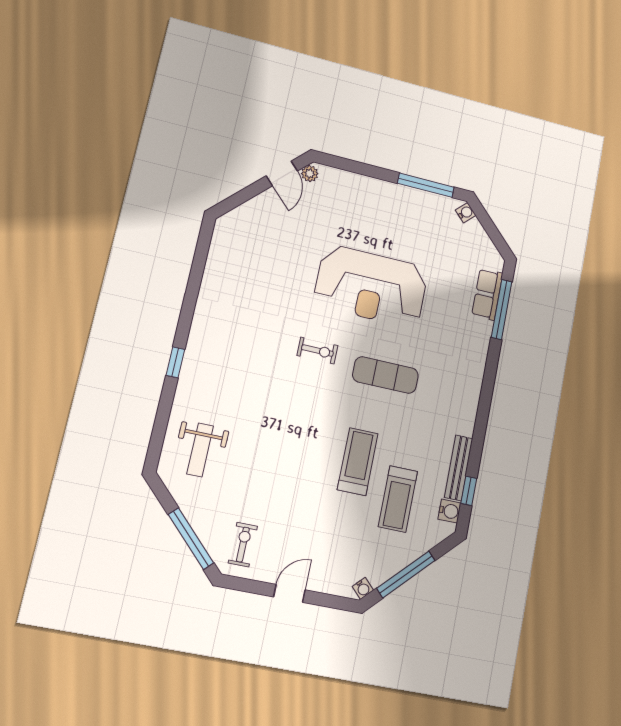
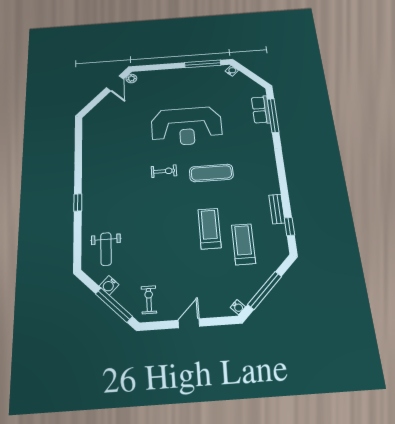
bench: (459, 468) -> (277, 209), width x0.73
treadmill: (398, 499) -> (243, 244), turned 180
water cooler: (449, 511) -> (109, 285), moved, turned 135

